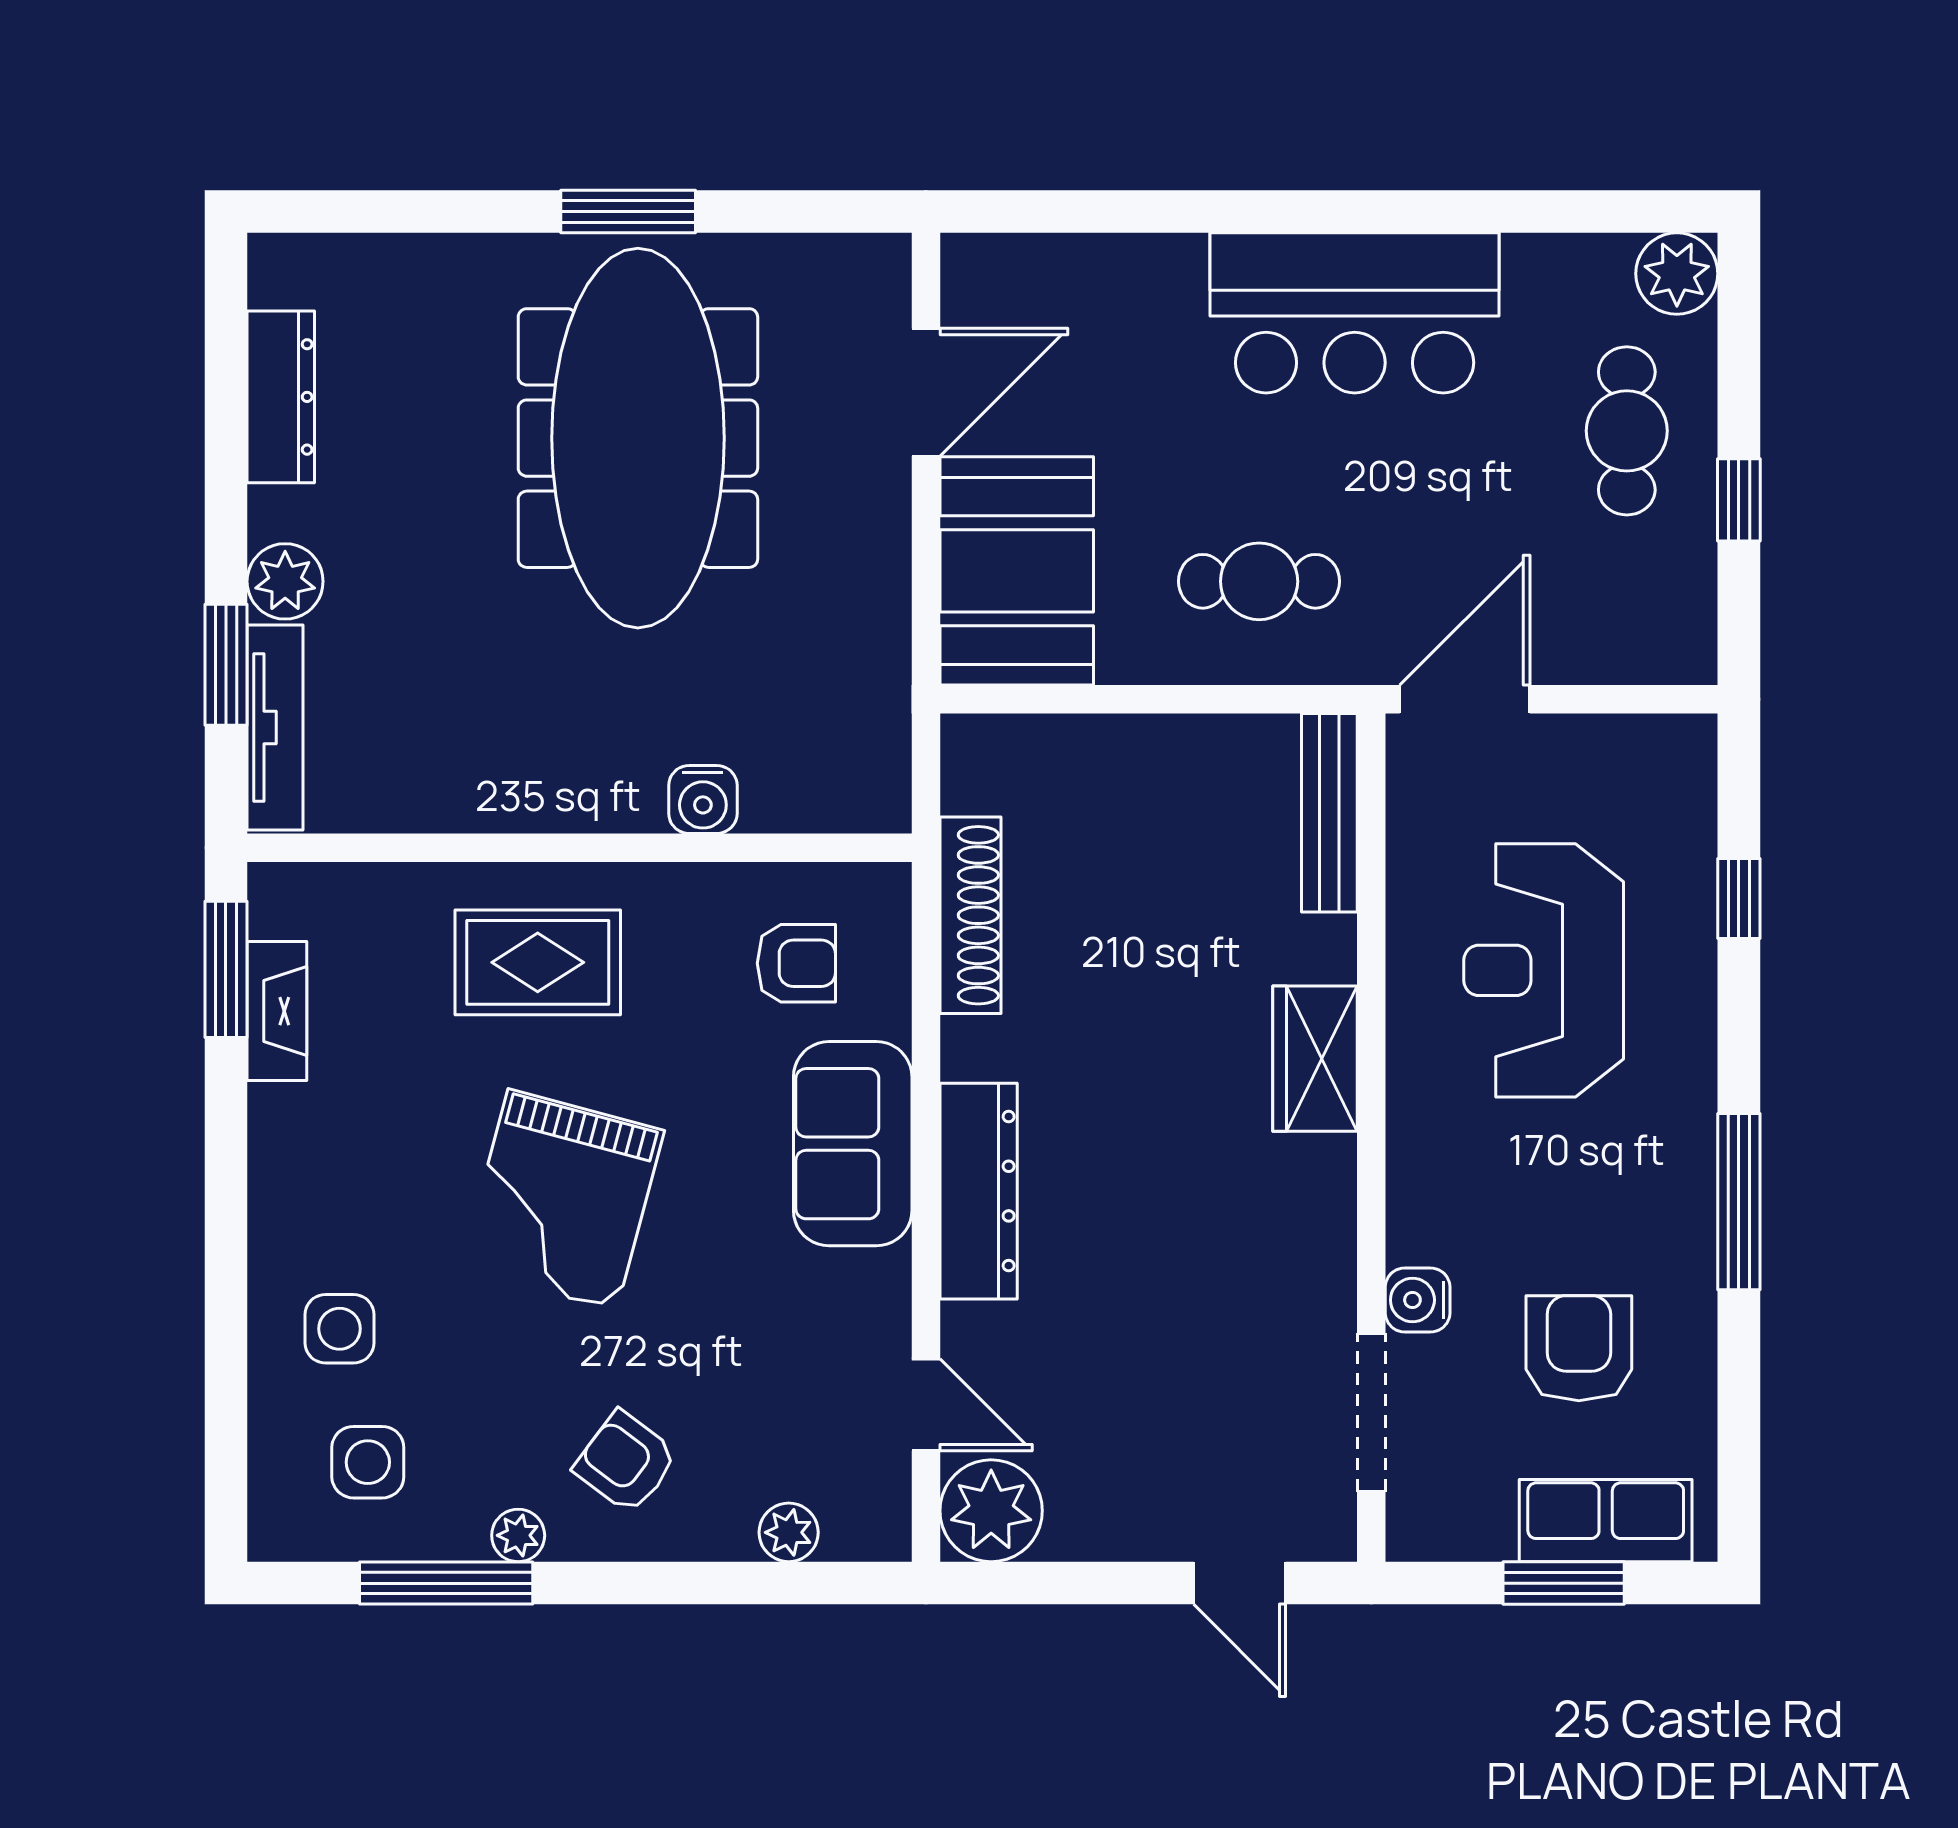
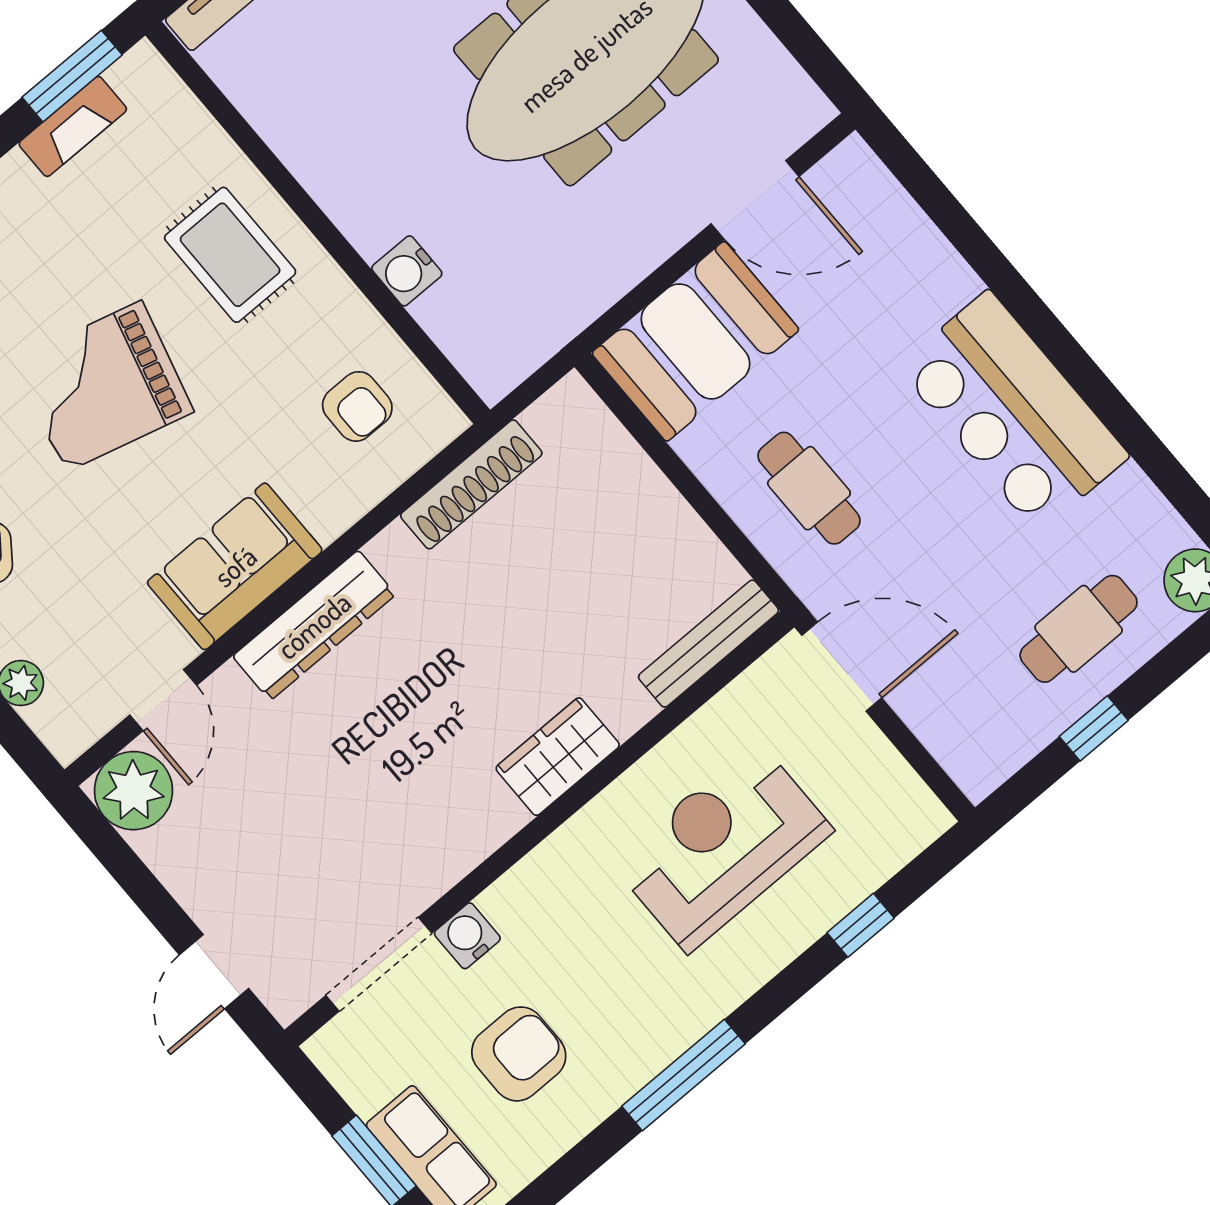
sofa: (853, 1144) -> (235, 566), moved

